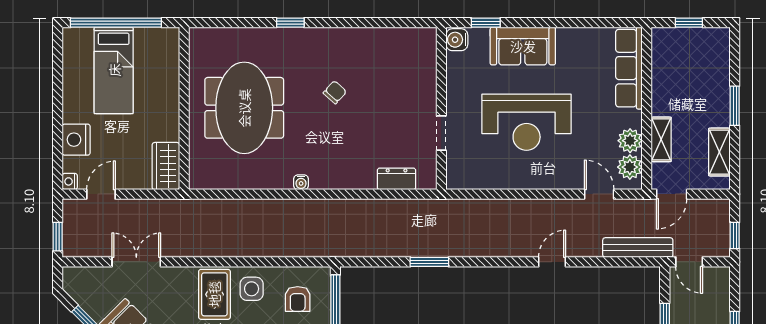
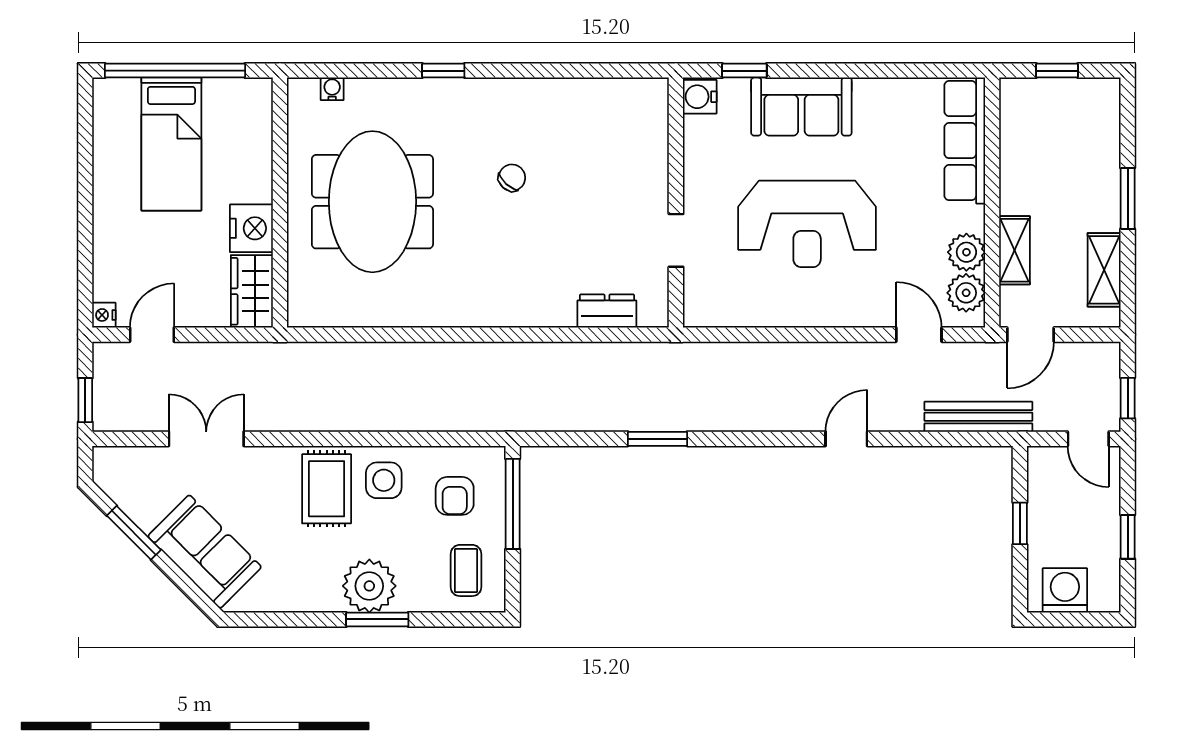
nightstand: (76, 140) -> (251, 228), moved, turned 180
water cooler: (301, 182) -> (332, 89), moved, turned 180
door: (689, 262) -> (1088, 439), moved

